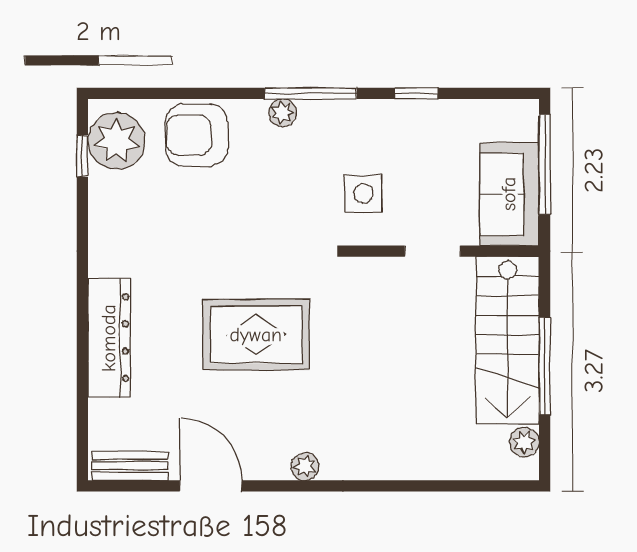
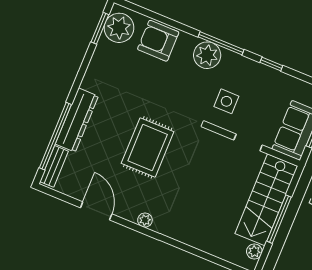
plant: (283, 113) -> (207, 55), width x1.88, depth x1.88
window: (82, 156) -> (100, 28), width x1.50
rug: (256, 335) -> (148, 148), turned 90
window: (82, 382) -> (55, 136), added
bench: (130, 466) -> (54, 166), moved, turned 90

